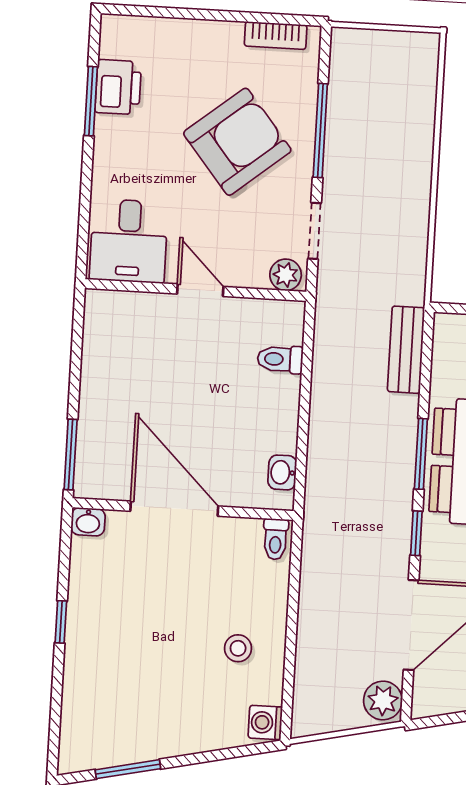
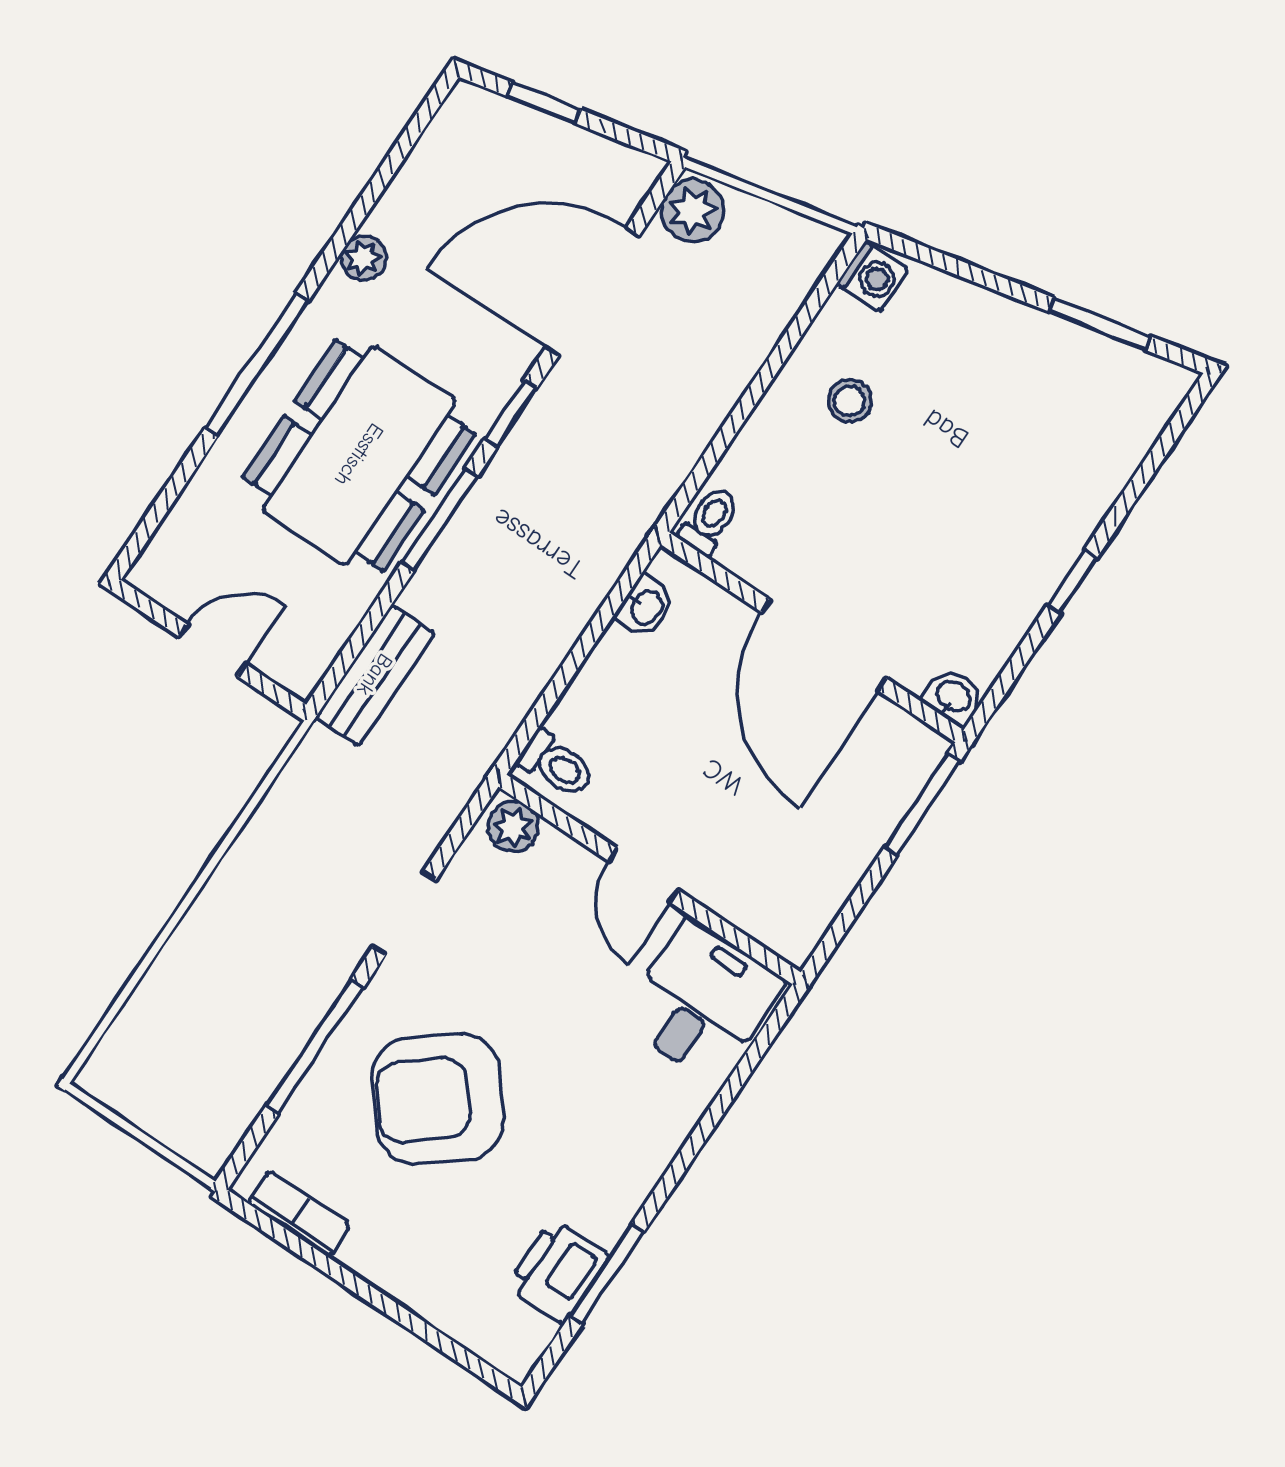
desk: (129, 241) -> (702, 1001), moved
plant: (286, 275) -> (513, 827), moved
wall: (196, 290) -> (650, 879), moved
door: (200, 290) -> (643, 875), moved

